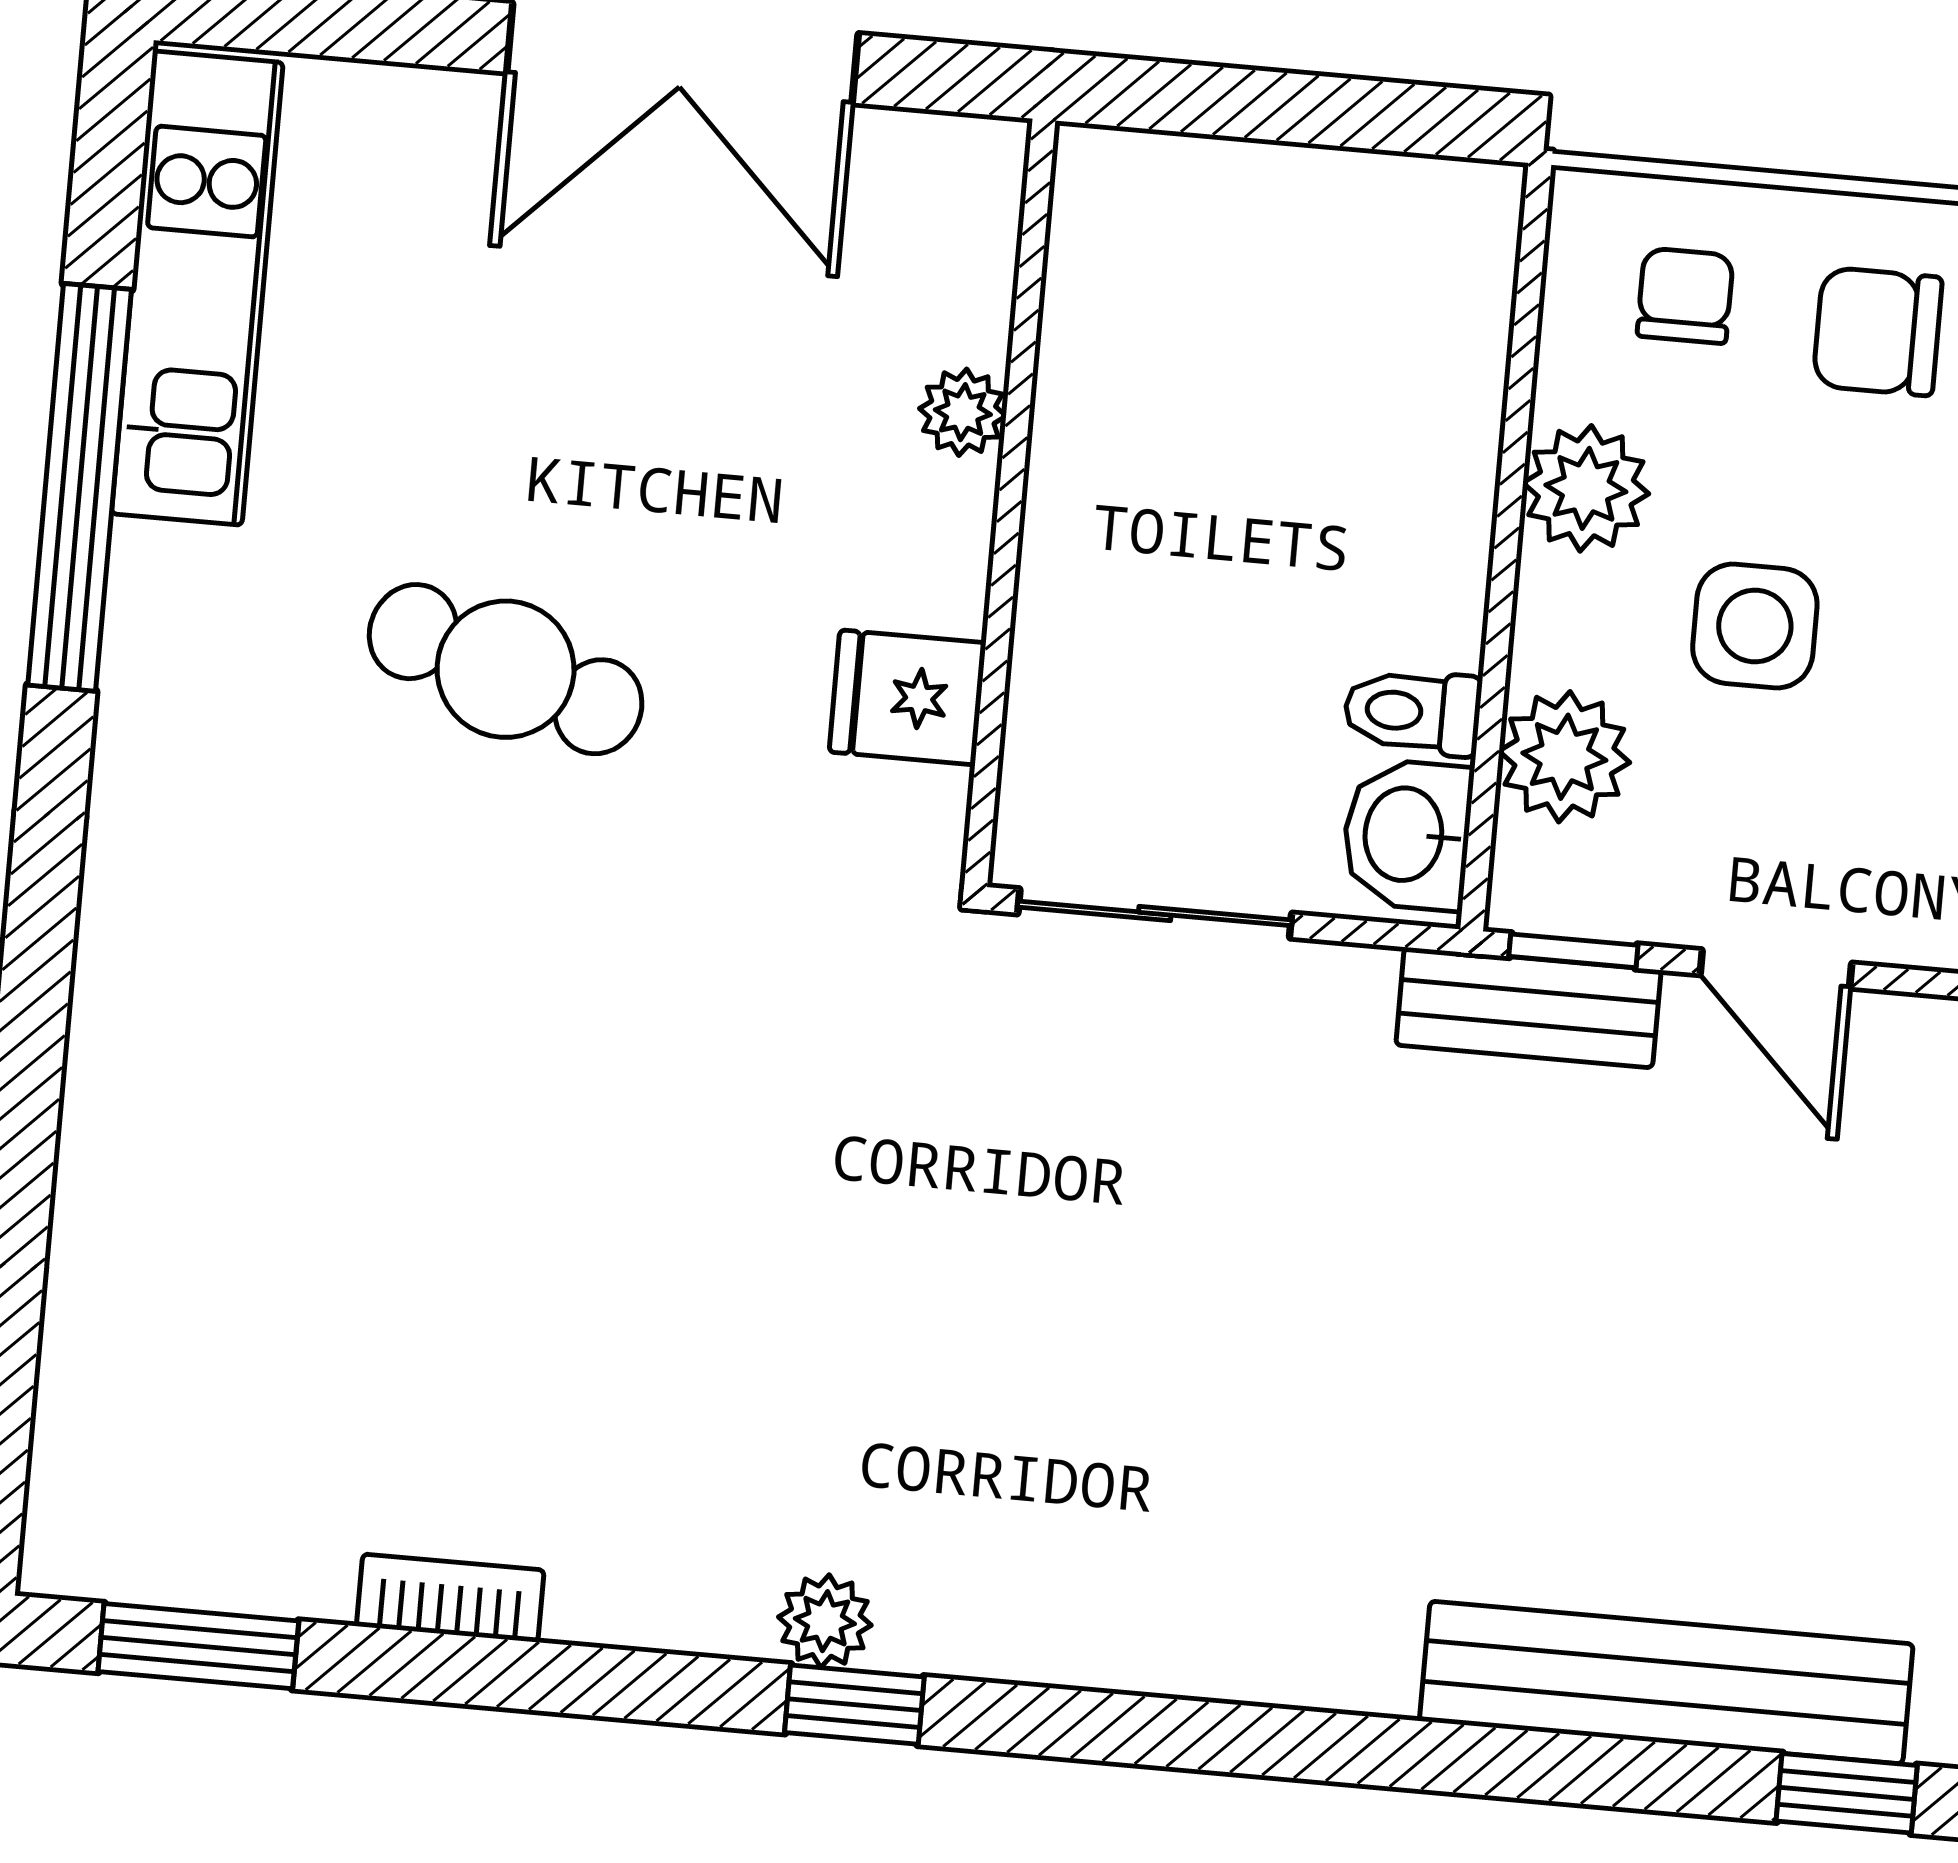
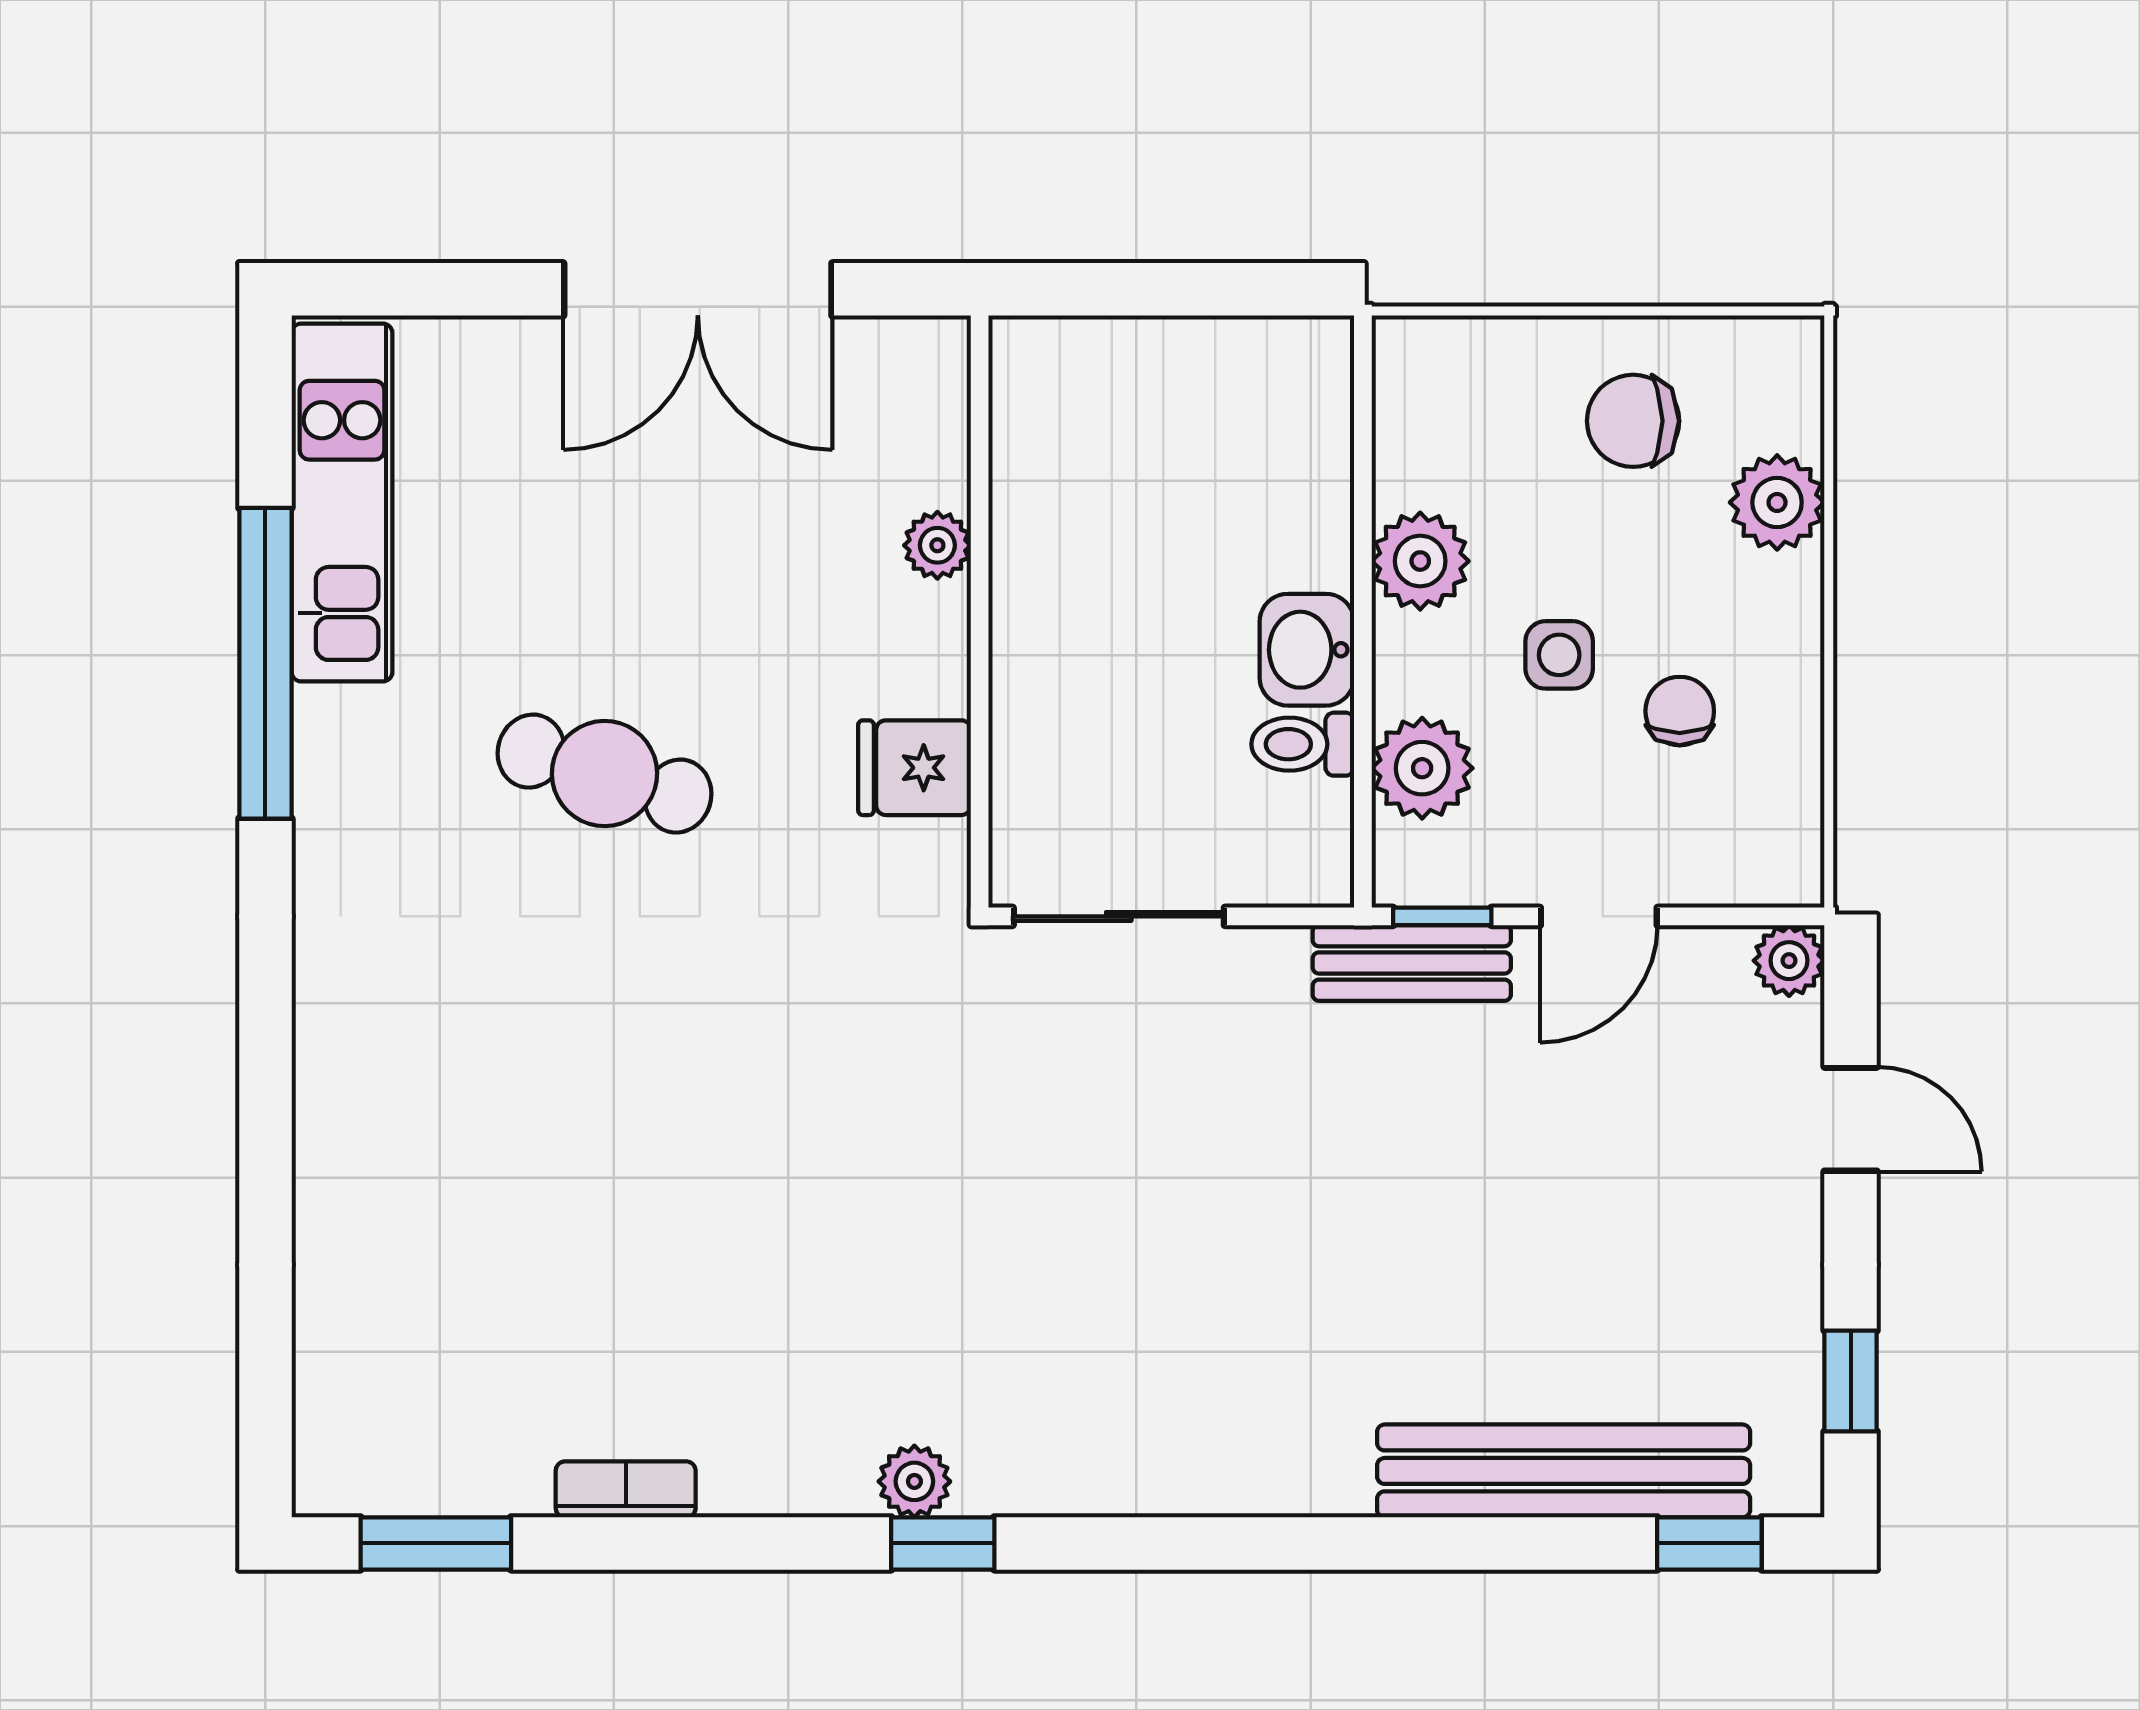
chair: (1685, 296) -> (1680, 711), moved
side table: (1755, 626) -> (1559, 655), width x0.73, depth x0.73
washbasin: (1407, 835) -> (1307, 650), moved
door: (1776, 969) -> (1599, 916), hinge flipped

